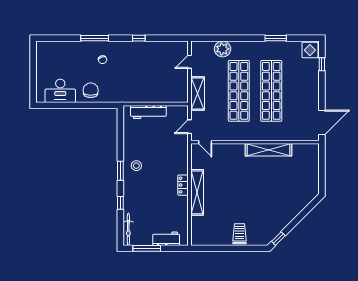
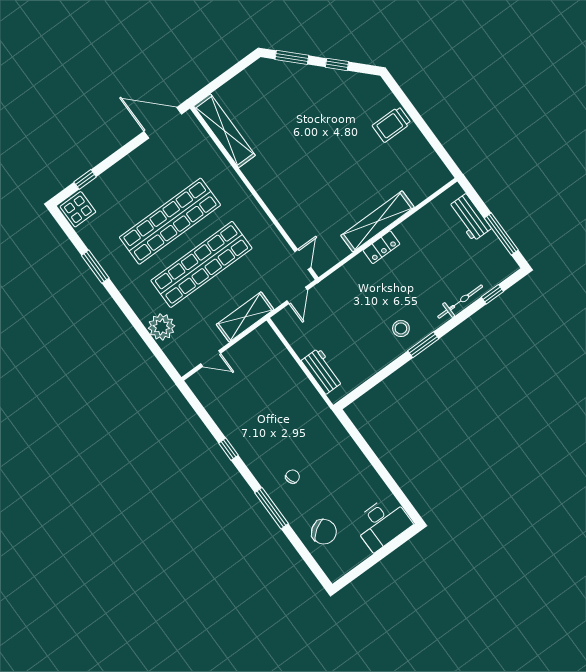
chair: (91, 90) -> (324, 532), moved, turned -124
desk: (60, 91) -> (382, 523), moved, turned 90
workbench: (148, 112) -> (322, 371), width x0.73
door: (190, 127) -> (297, 295), hinge flipped
shelving: (268, 150) -> (224, 131), moved
window: (120, 203) -> (492, 294), moved
window: (308, 209) -> (292, 57), added
bicycle: (128, 229) -> (460, 302), moved
window: (278, 239) -> (337, 64), moved

